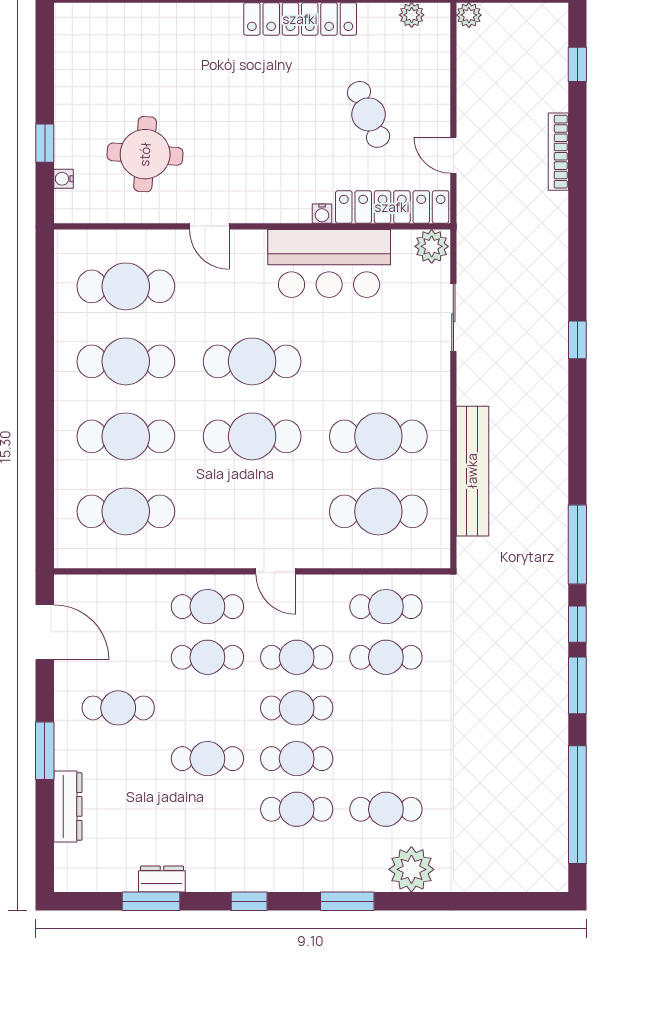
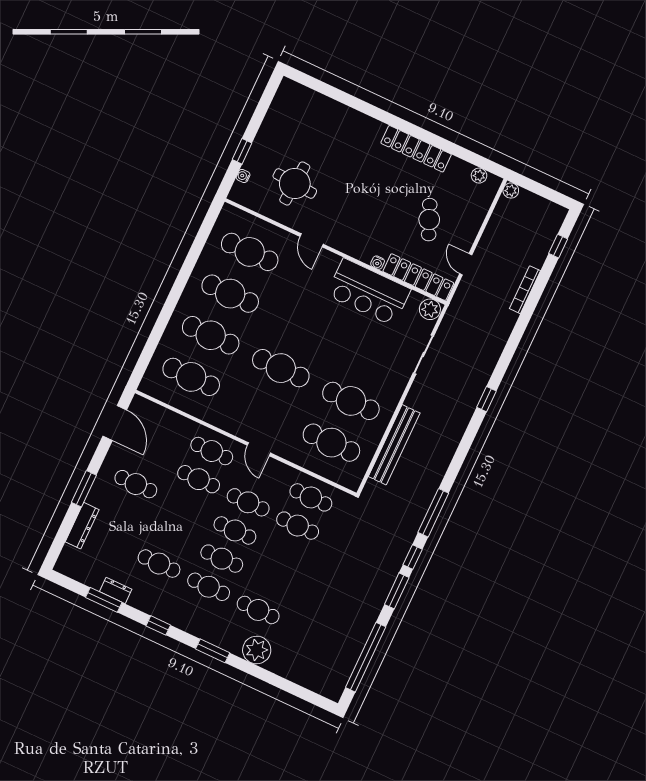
cafe table: (252, 361) -> (300, 326), removed
cafe table: (207, 759) -> (159, 564), moved

